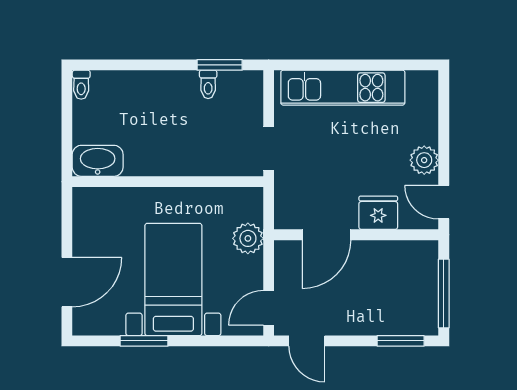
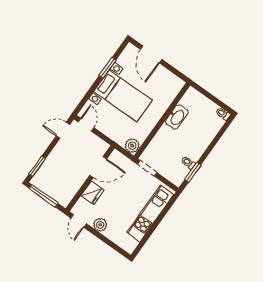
washbasin: (98, 161) -> (177, 117), moved
door: (444, 202) -> (79, 221), swing flipped
door: (327, 235) -> (98, 167), swing flipped
plant: (248, 238) -> (132, 146), moved

